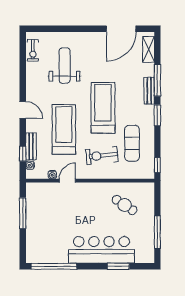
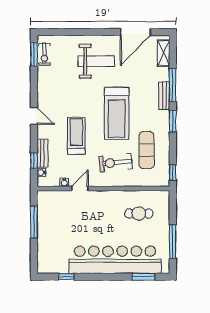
window: (23, 51) -> (34, 54), added
weight bench: (65, 66) -> (96, 61), moved, turned 90
treadmill: (103, 108) -> (117, 113), turned 180
treadmill: (64, 129) -> (76, 136), width x0.73, depth x0.73
cafe table: (125, 205) -> (139, 213), turned -33
bar counter: (101, 250) -> (115, 260), width x1.36
window: (54, 266) -> (66, 277), width x0.32
window: (118, 266) -> (143, 277), moved

